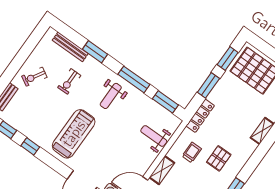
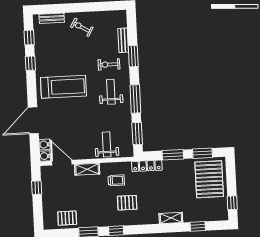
bench: (70, 47) -> (123, 40), width x0.73
exercise bike: (69, 81) -> (109, 64), moved
weight bench: (111, 96) -> (111, 92), turned 90

